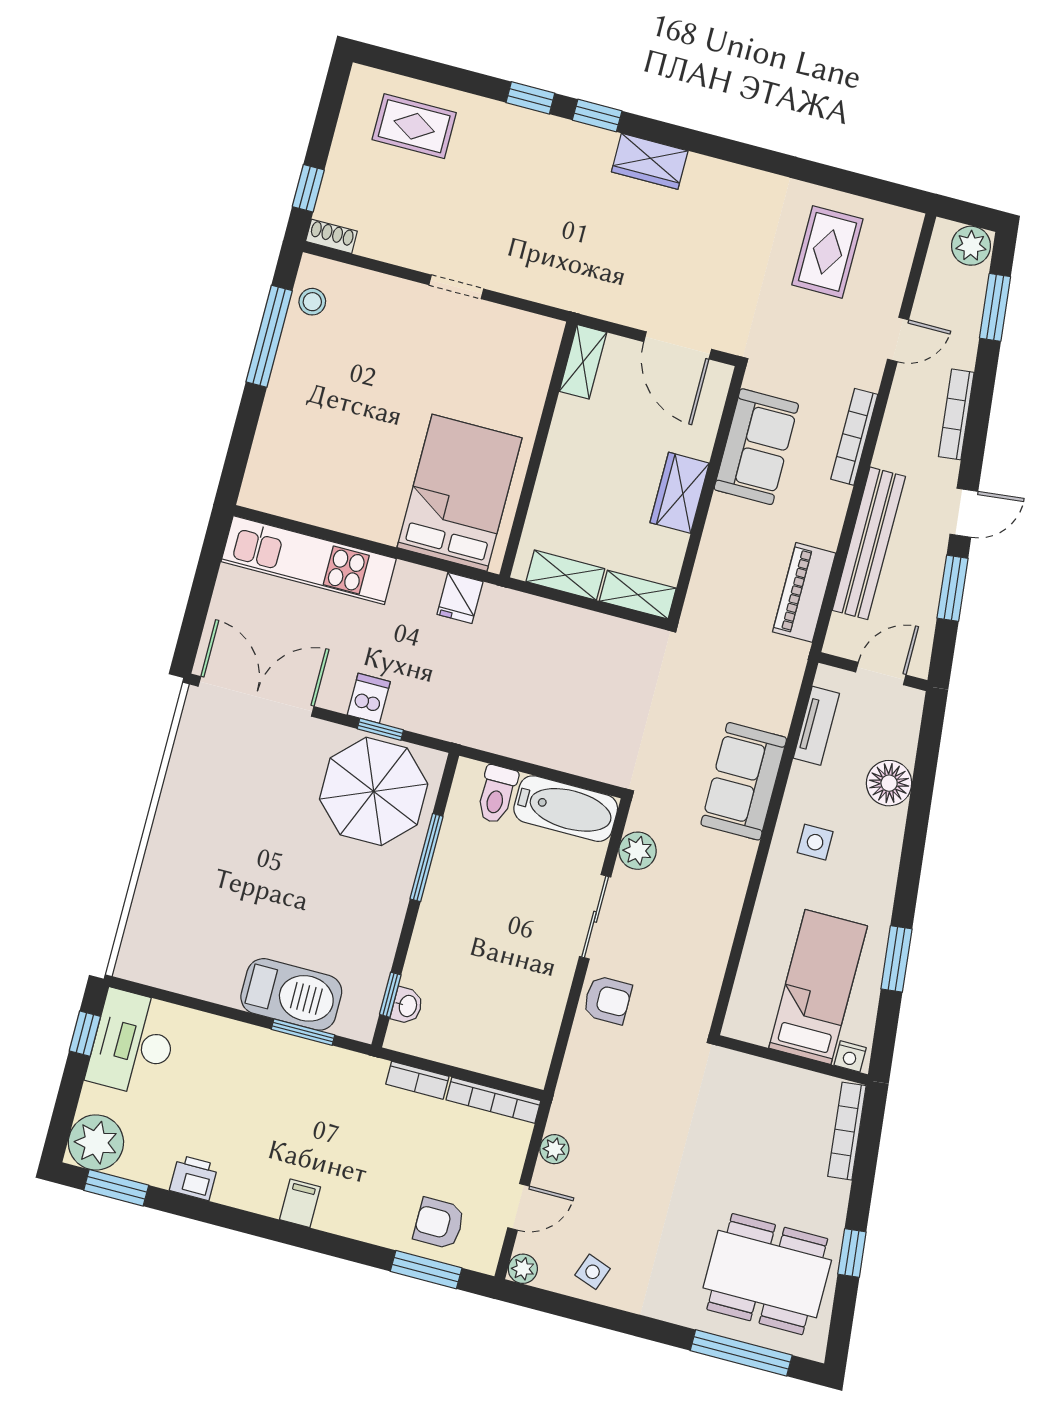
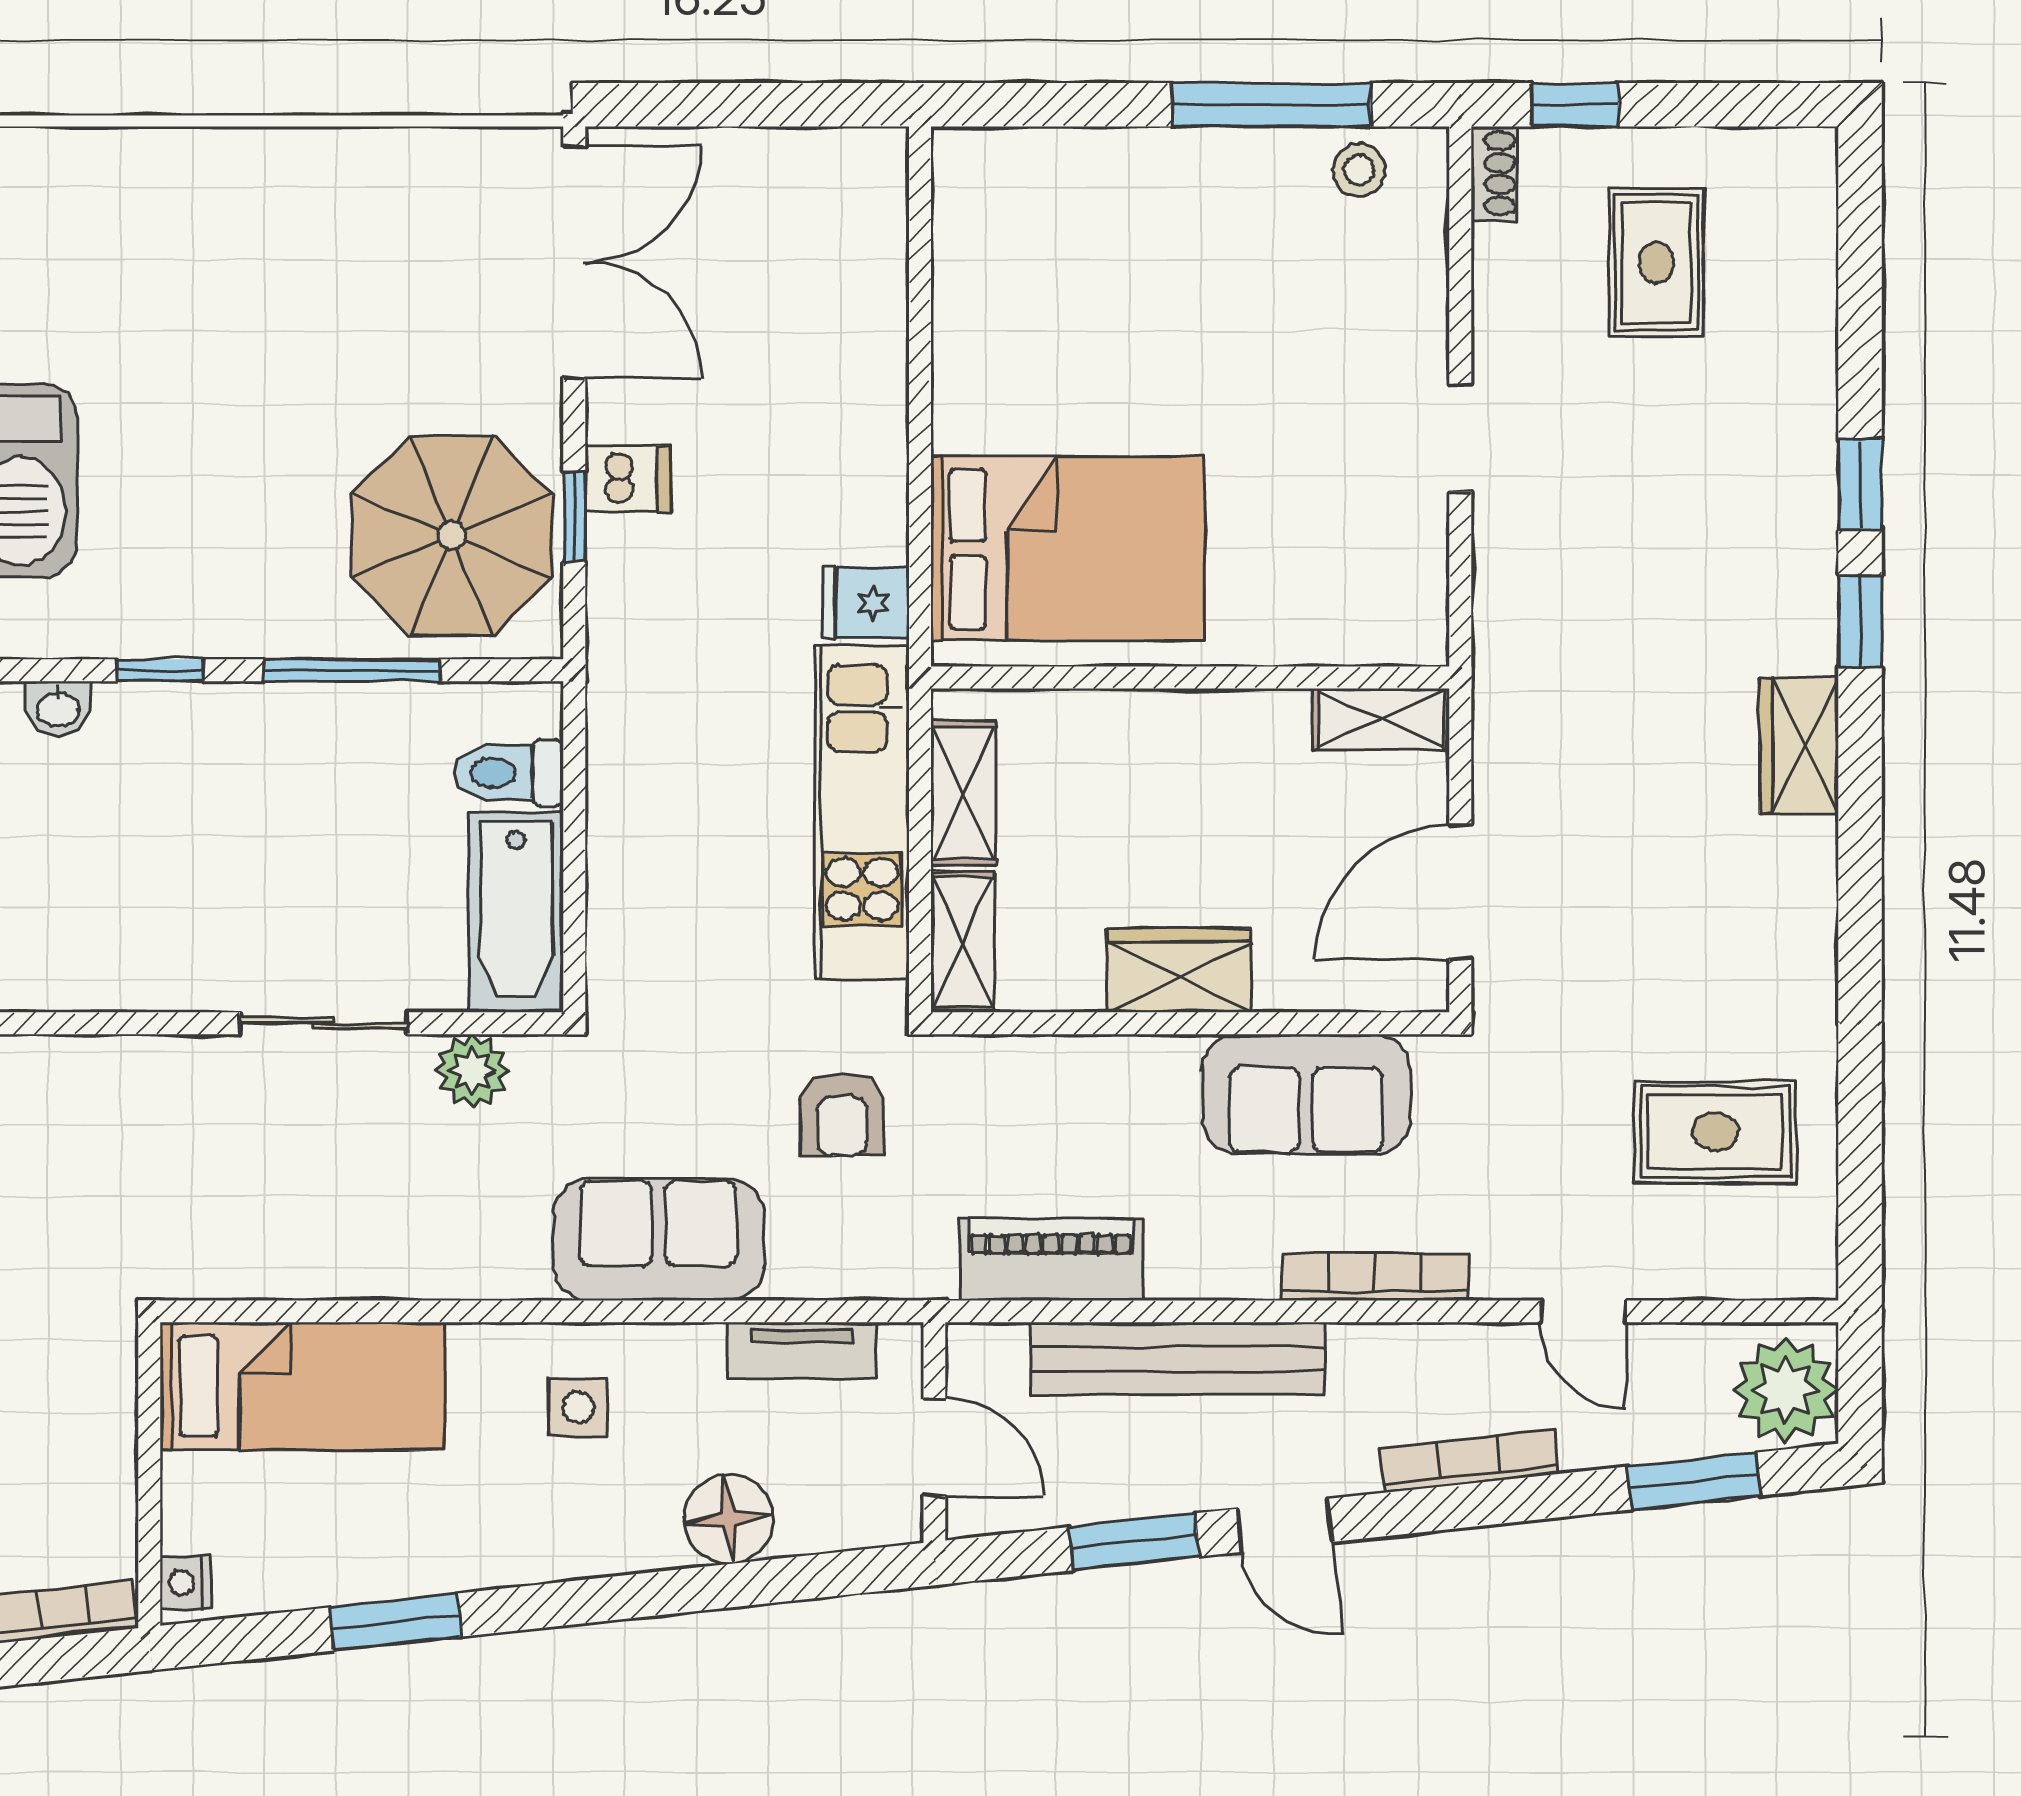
rug: (414, 126) -> (1656, 263), moved
plant: (971, 246) -> (1786, 1390), width x1.36, depth x1.36
kitchen unit: (309, 560) -> (862, 812), moved
bed: (818, 987) -> (302, 1386), moved
window: (390, 995) -> (160, 670), moved
armchair: (607, 1000) -> (842, 1115), moved

